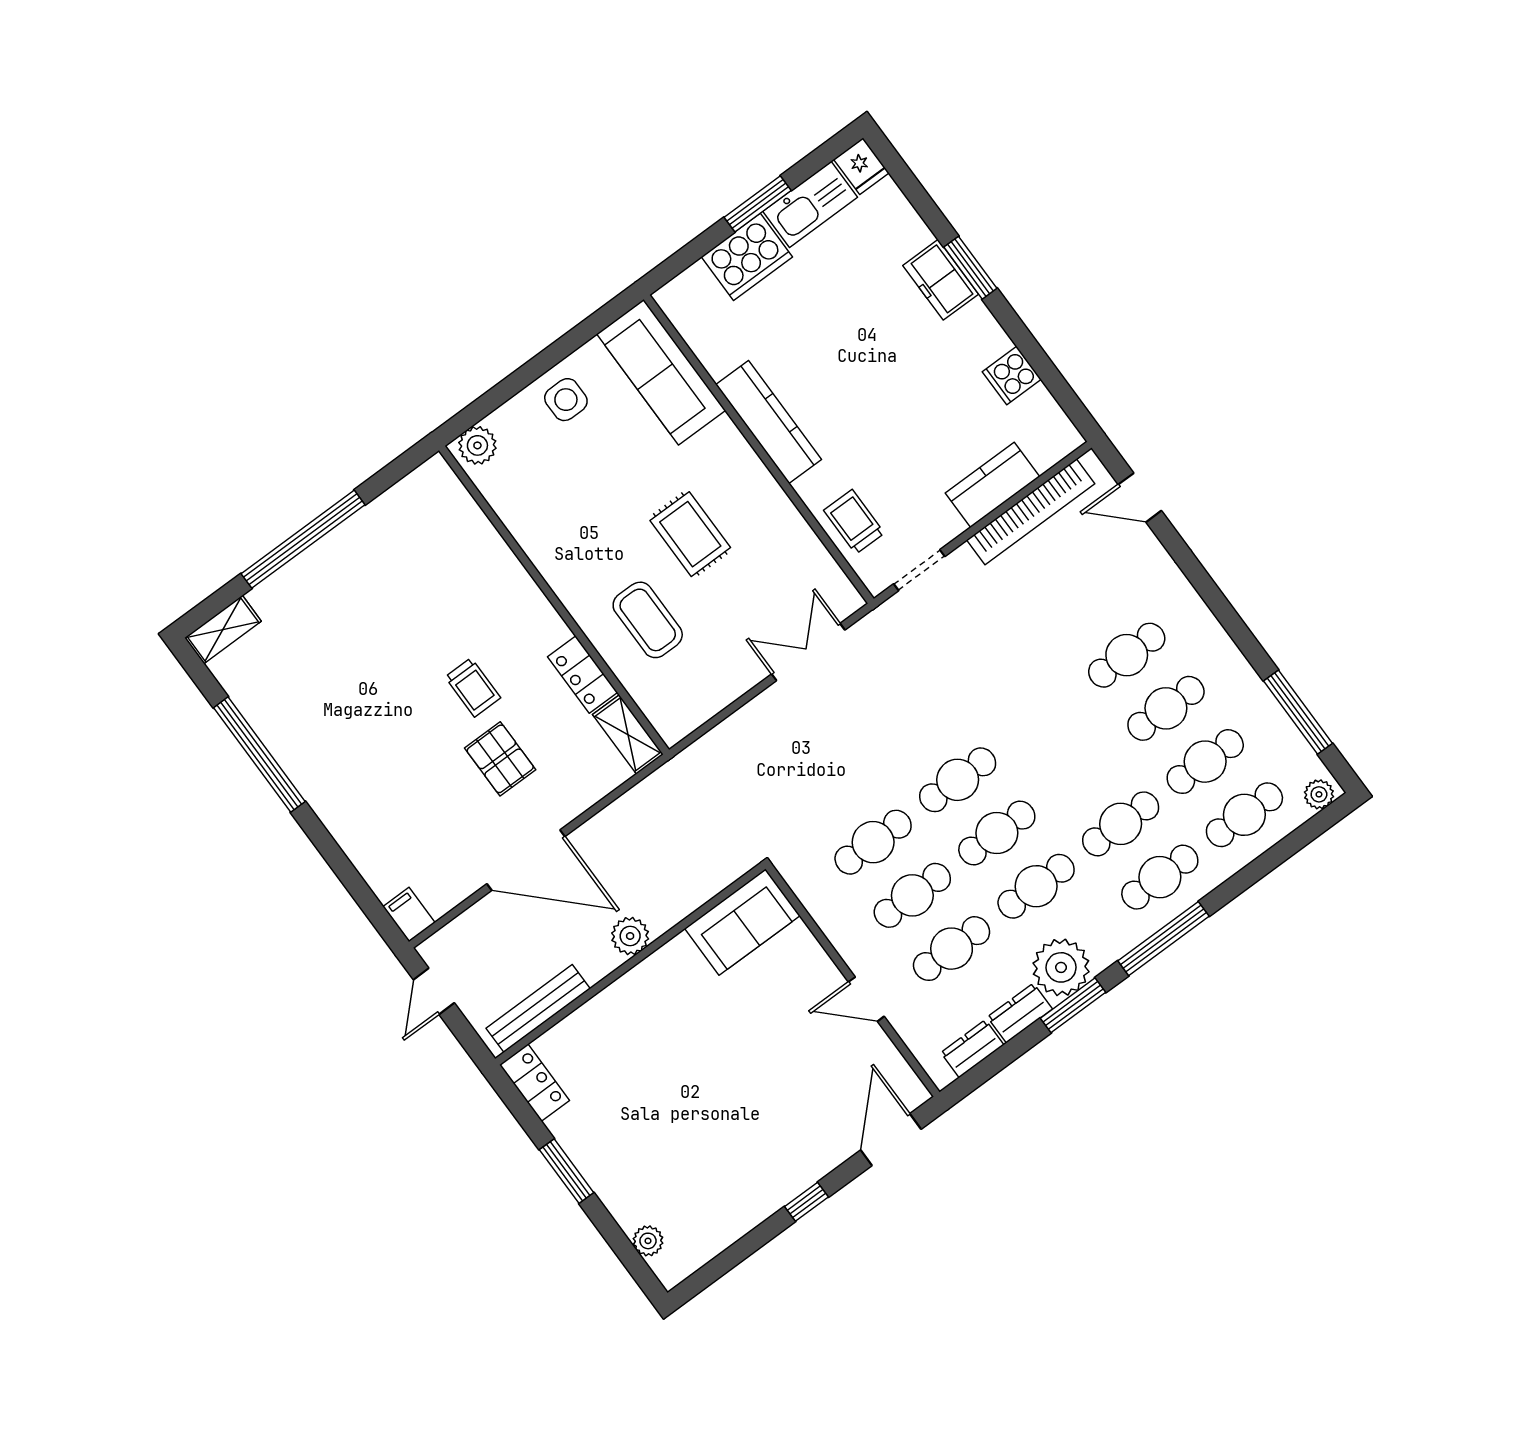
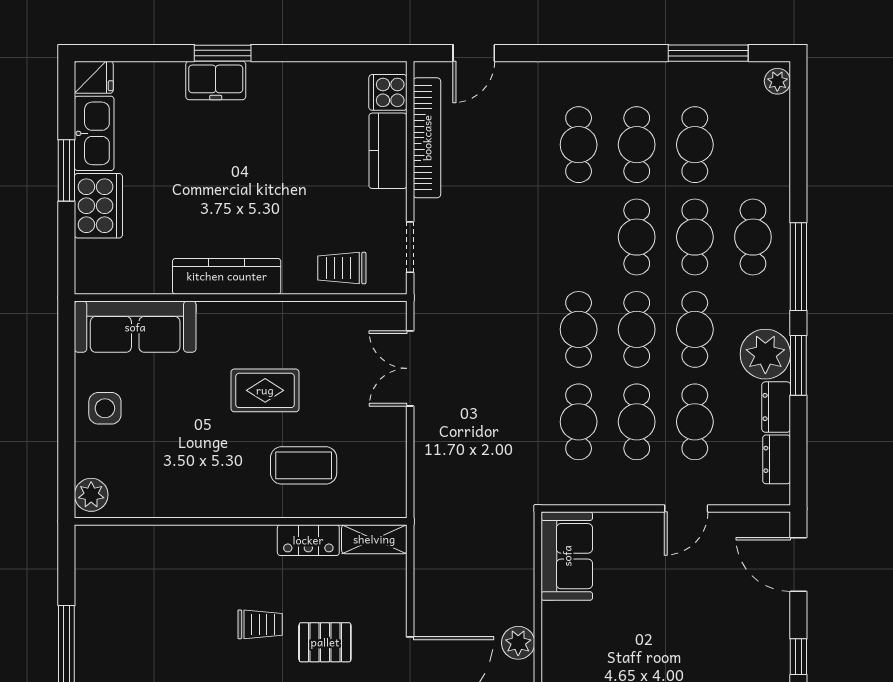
cooker: (1012, 376) -> (388, 92), moved, turned 90
cafe table: (1244, 815) -> (637, 237), moved

